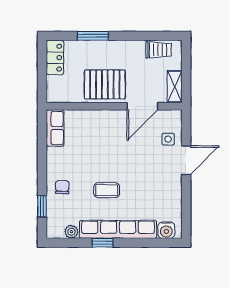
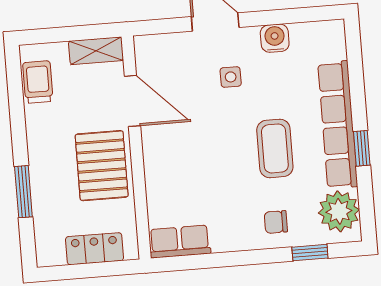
locker: (55, 58) -> (94, 249), moved
side table: (168, 139) -> (231, 77), moved
coffee table: (107, 190) -> (275, 148), width x1.36, depth x1.30
water cooler: (166, 230) -> (275, 38), moved, turned -90
plant: (71, 232) -> (339, 211), width x1.87, depth x1.87

